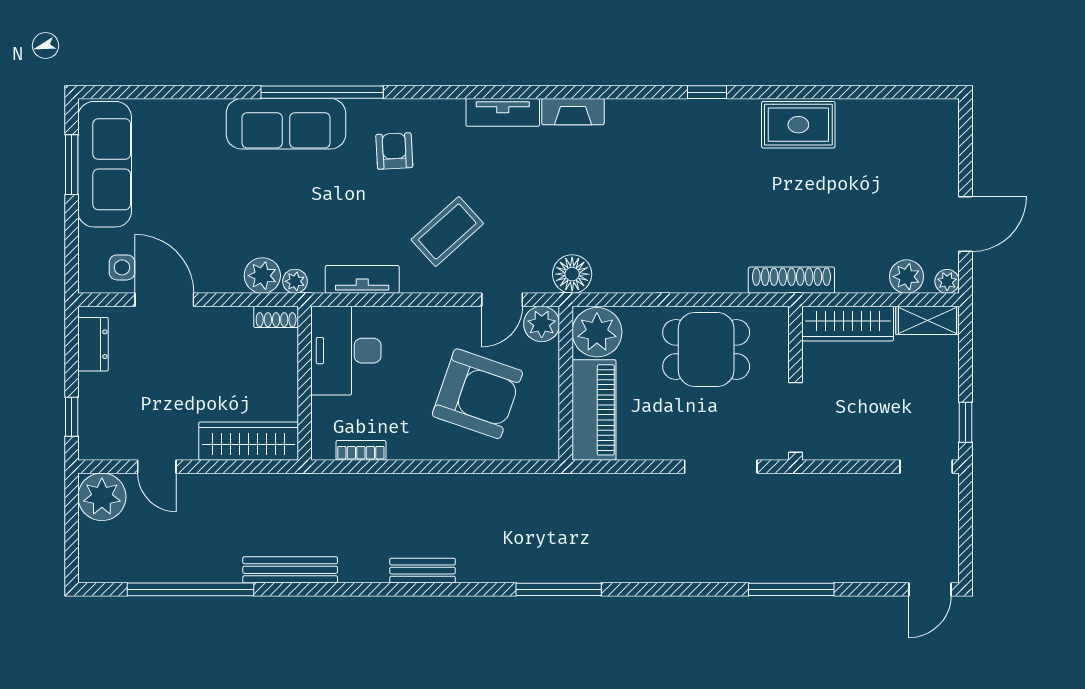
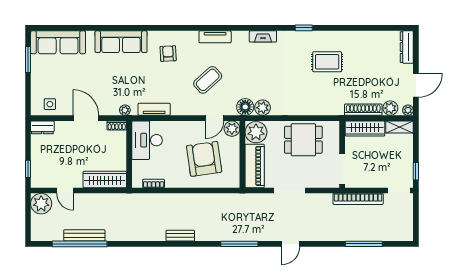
window: (322, 92) -> (137, 28), removed
fireplace: (573, 112) -> (263, 36), moved
rug: (798, 125) -> (327, 62), moved
dresser: (944, 136) -> (407, 47), added
sofa: (105, 164) -> (58, 42), moved, turned 90
coffee table: (447, 232) -> (208, 80), moved
plant: (262, 276) -> (263, 108), moved
shoe rack: (791, 280) -> (363, 110), moved
door: (164, 300) -> (86, 118), moved
dresser: (93, 344) -> (42, 127), moved, turned 90
armchair: (477, 394) -> (204, 159), turned -117
doorway: (721, 467) -> (289, 191), moved
bookcase: (832, 486) -> (358, 199), added
bench: (290, 570) -> (84, 235), moved
window: (791, 589) -> (364, 244), moved
door: (930, 589) -> (290, 244), moved

